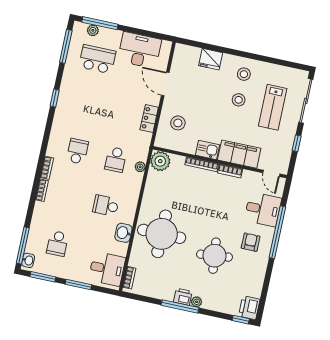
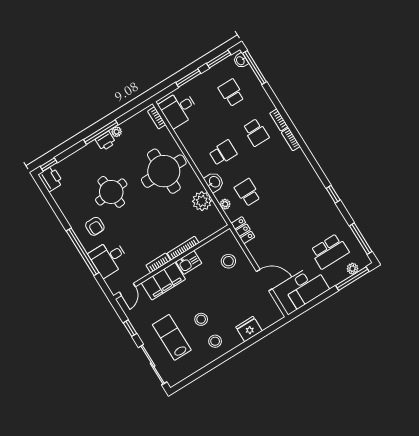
locker: (149, 118) -> (243, 230), moved
school desk: (77, 151) -> (256, 132), moved
plant: (160, 161) -> (202, 201), moved
door: (271, 173) -> (127, 289), swing flipped
washbasin: (123, 233) -> (214, 182), moved
plant: (197, 302) -> (117, 132), moved

